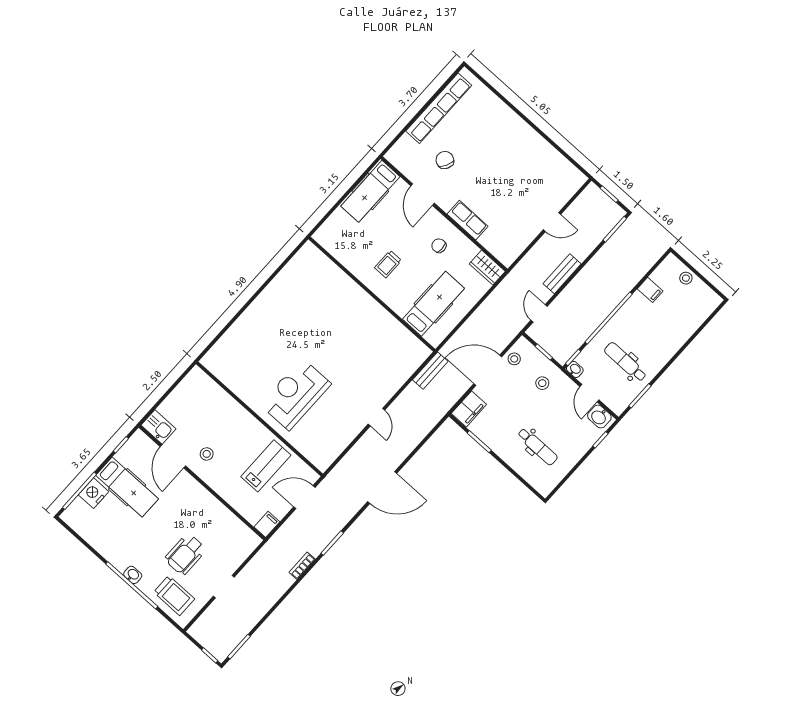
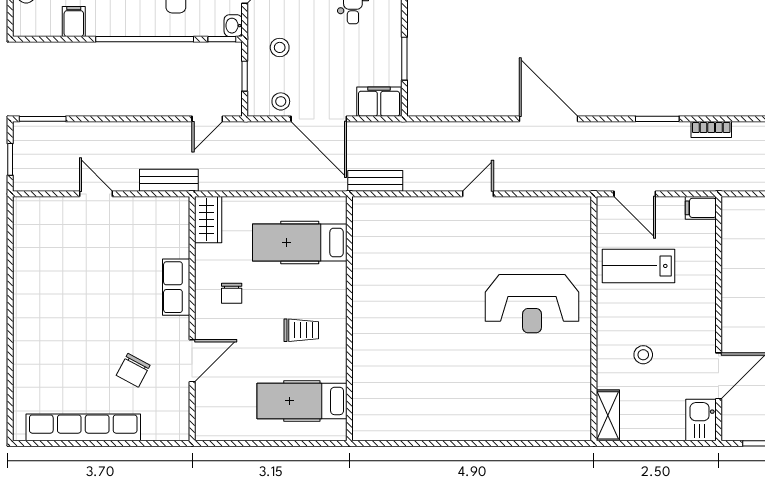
hospital bed: (370, 191) -> (302, 401), moved, turned 180
bench: (562, 274) -> (169, 180), moved
shelving: (204, 382) -> (608, 415), added
stool: (207, 454) -> (643, 355), moved

